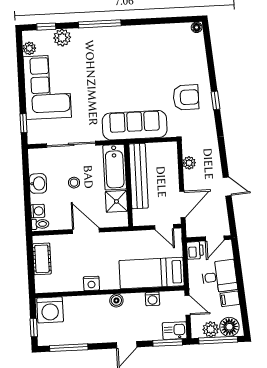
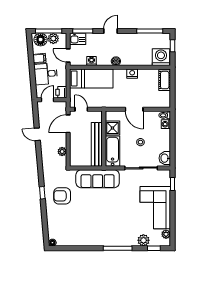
washbasin: (38, 183) -> (165, 158), moved
cot: (42, 259) -> (165, 80), moved

